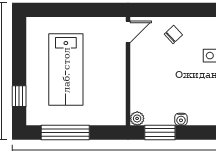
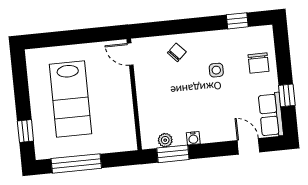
door: (128, 32) -> (130, 54), swing flipped
plant: (137, 118) -> (165, 140), moved

